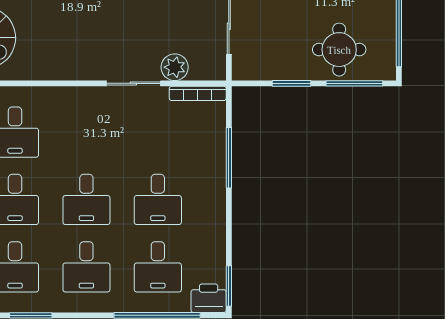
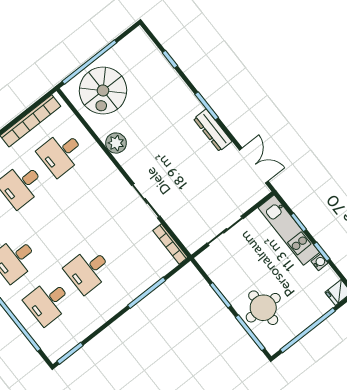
plant: (175, 67) -> (116, 143), moved
desk: (86, 199) -> (55, 228), removed
printer: (209, 298) -> (53, 347), removed

